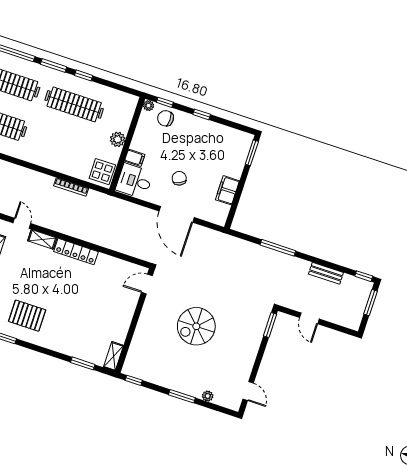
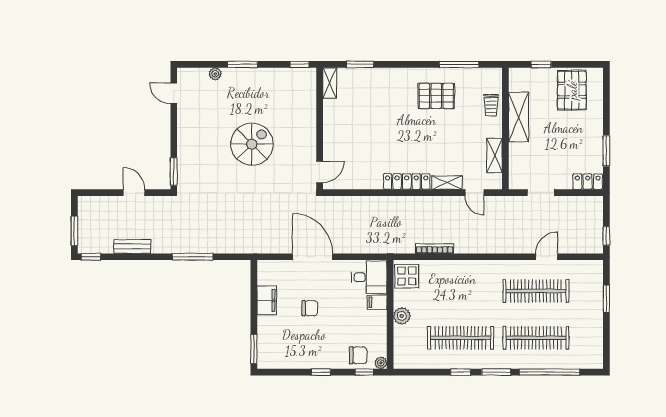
chair: (179, 178) -> (310, 308), moved, turned -64

